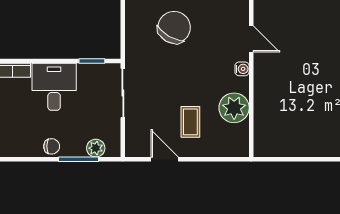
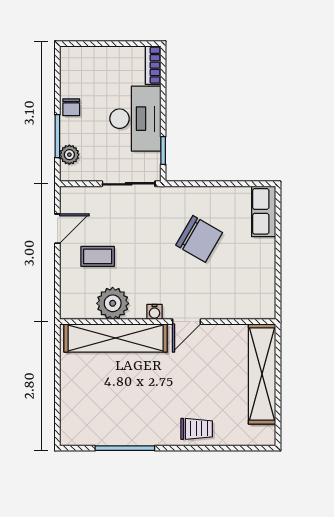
desk: (54, 87) -> (135, 119), width x1.37
shelving: (266, 105) -> (116, 338), added

